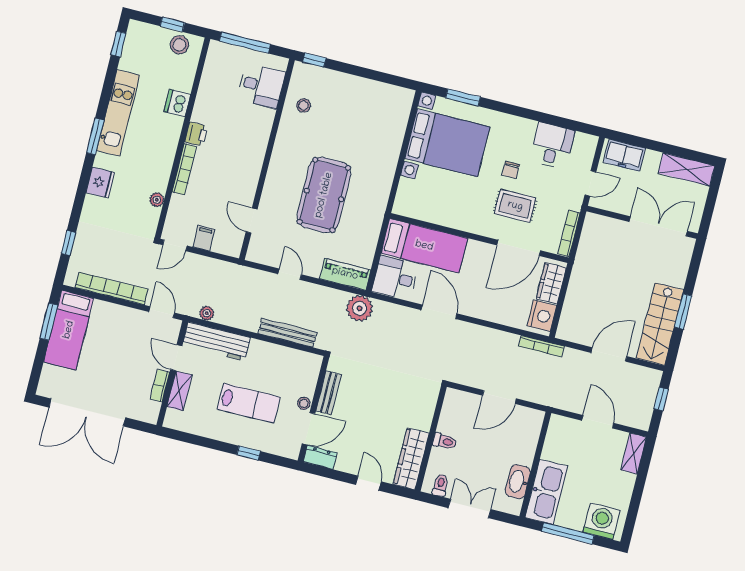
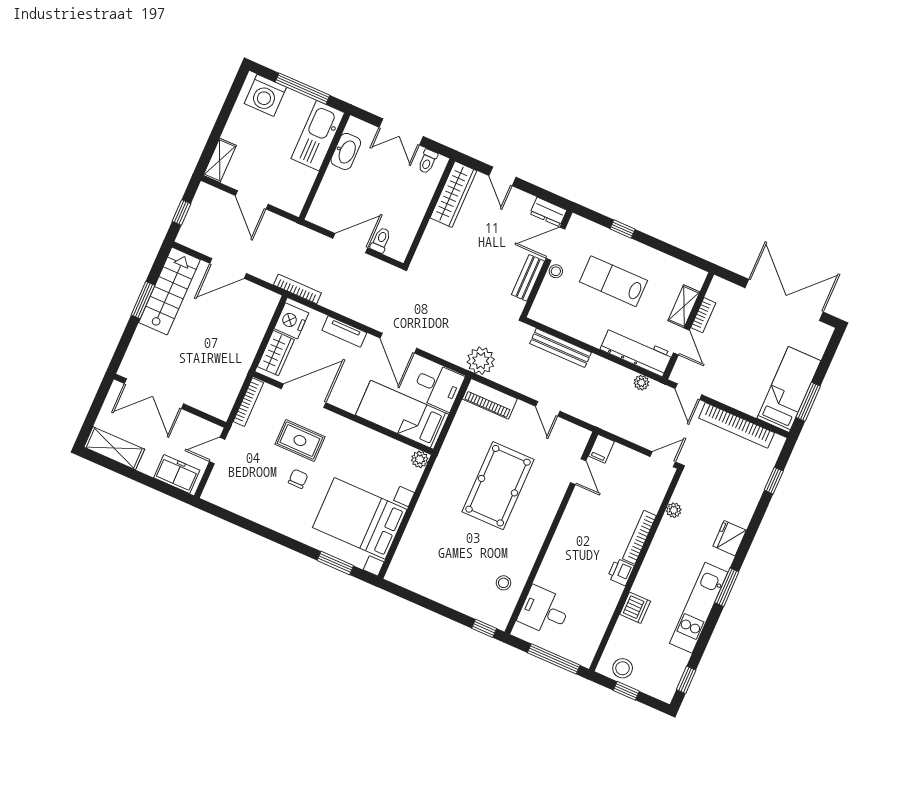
desk: (552, 146) -> (250, 497), removed
plant: (401, 207) -> (420, 459), added
filing cabinet: (204, 238) -> (601, 449), moved
tv unit: (491, 314) -> (344, 332), added
toilet: (445, 441) -> (381, 240), moved, turned 90

